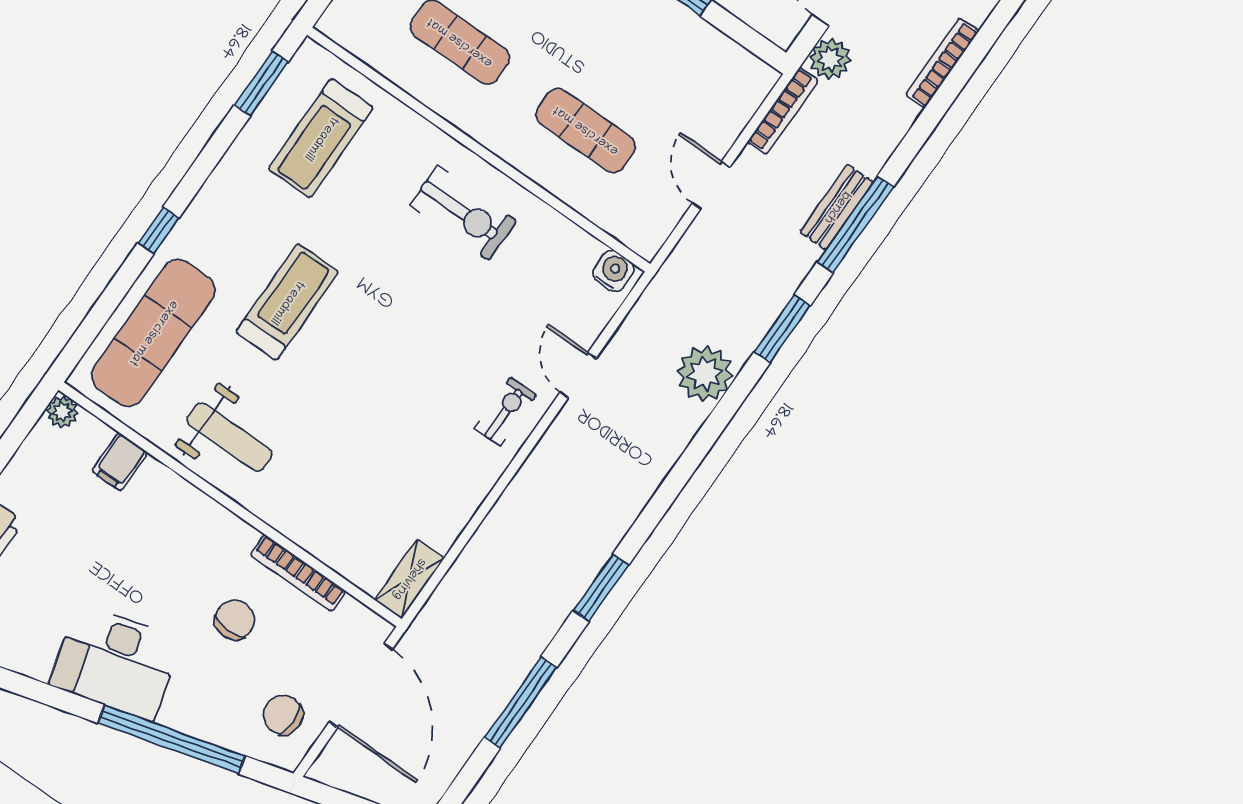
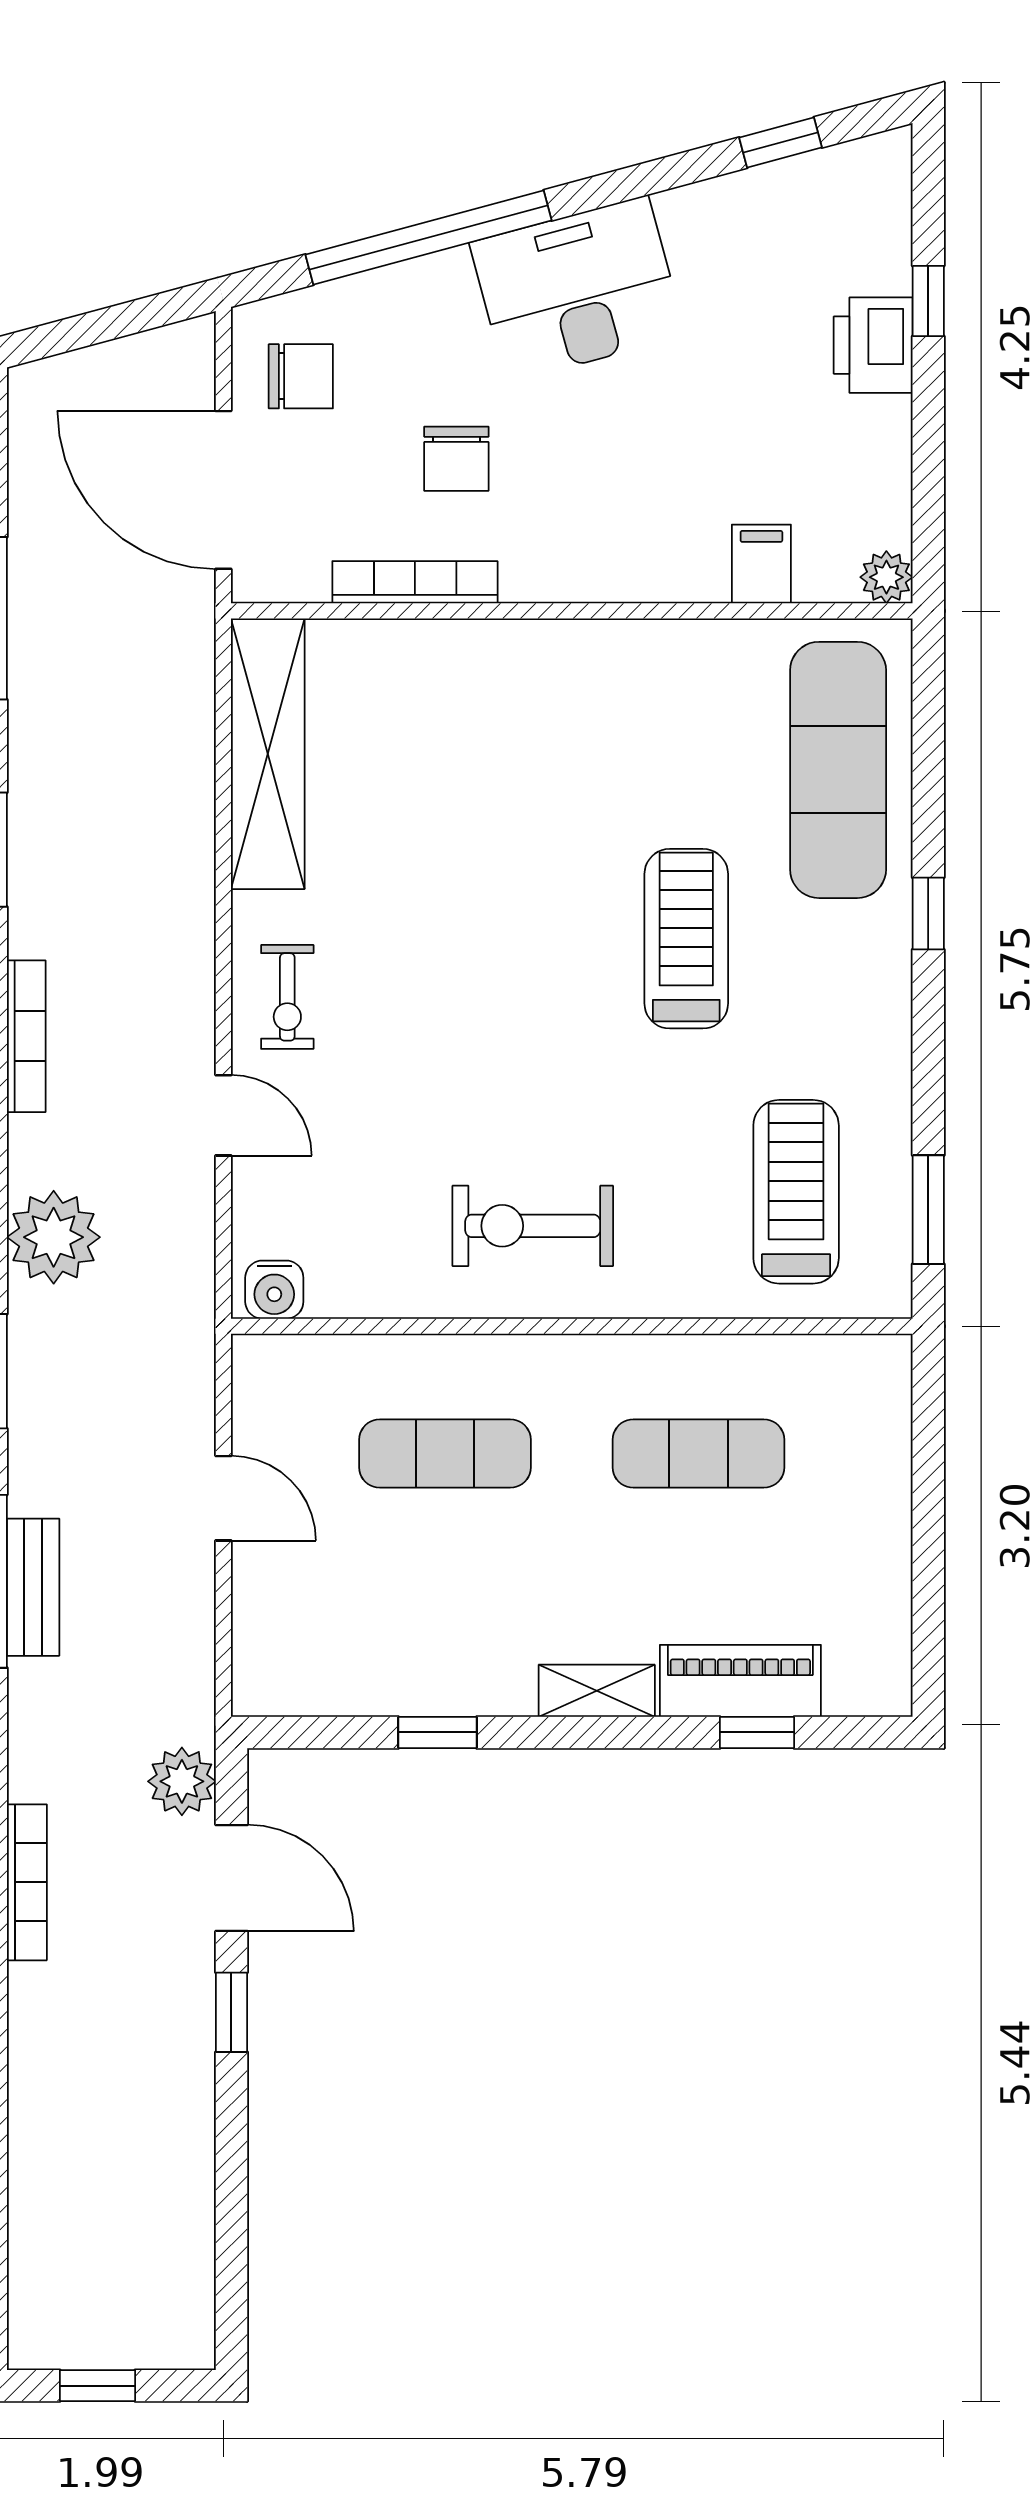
bookcase: (783, 111) -> (26, 1036), moved, turned 180
treadmill: (287, 302) -> (686, 939), turned 180
weight bench: (230, 437) -> (636, 702), removed
shelving: (409, 579) -> (268, 754), width x2.20, depth x1.33

